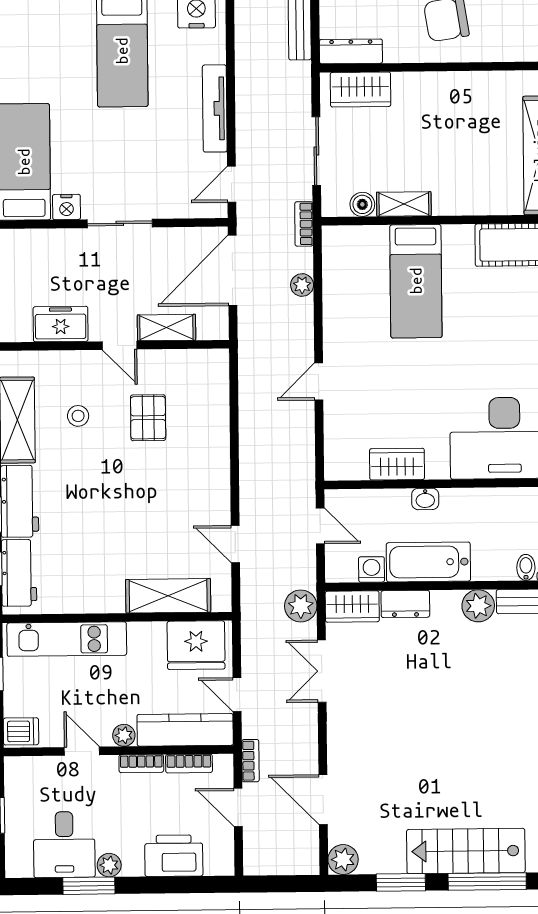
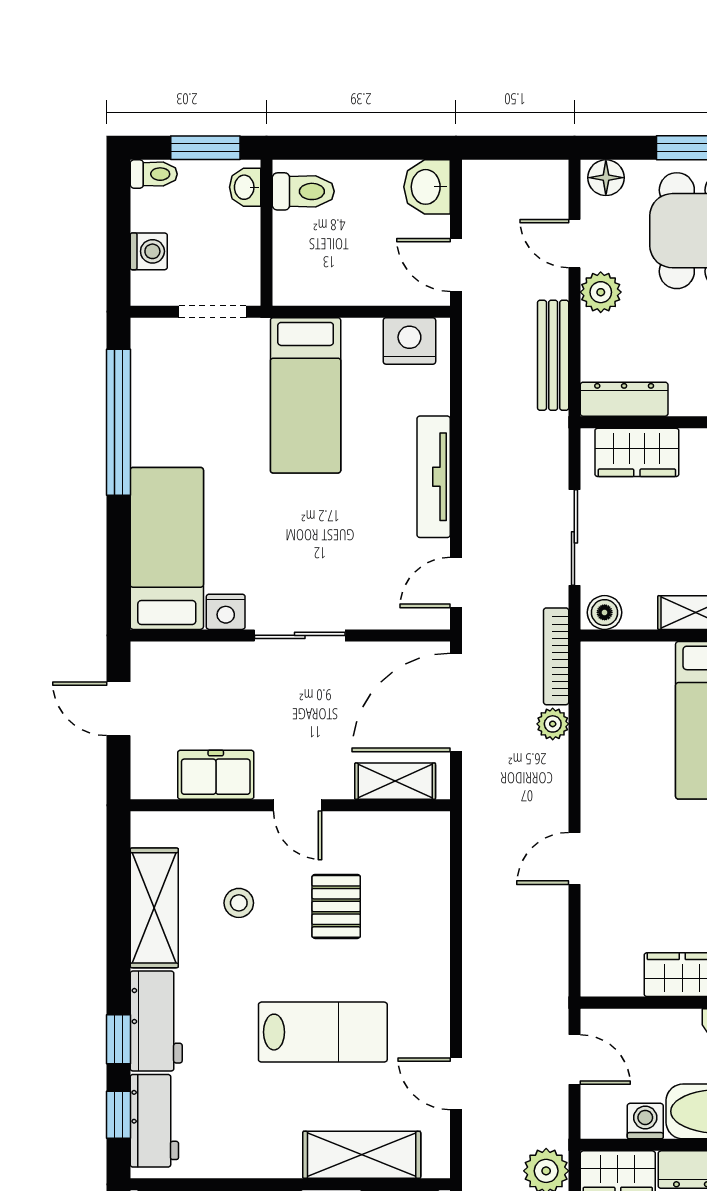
boiler: (362, 204) -> (605, 612), moved
bookcase: (304, 224) -> (556, 656), width x1.56
shelving: (166, 328) -> (395, 781), moved
lab bench: (139, 508) -> (323, 1032), added

